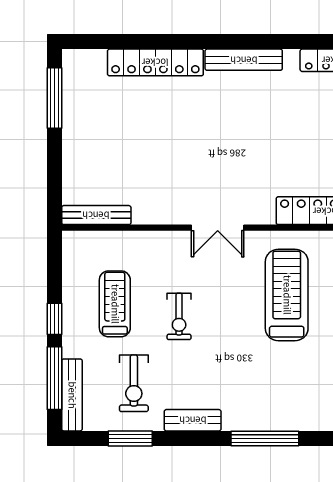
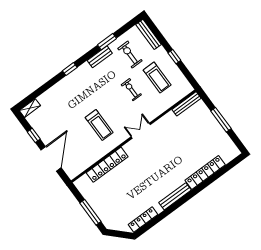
window: (54, 98) -> (221, 120), moved
treadmill: (287, 295) -> (99, 125), width x0.73, depth x0.73
window: (54, 378) -> (159, 36), removed
window: (130, 438) -> (107, 42), moved
window: (265, 438) -> (70, 69), width x0.46

